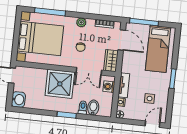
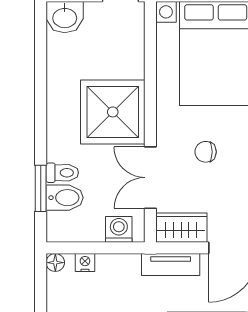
tv unit: (124, 85) -> (171, 265), moved
window: (67, 115) -> (41, 188), moved

